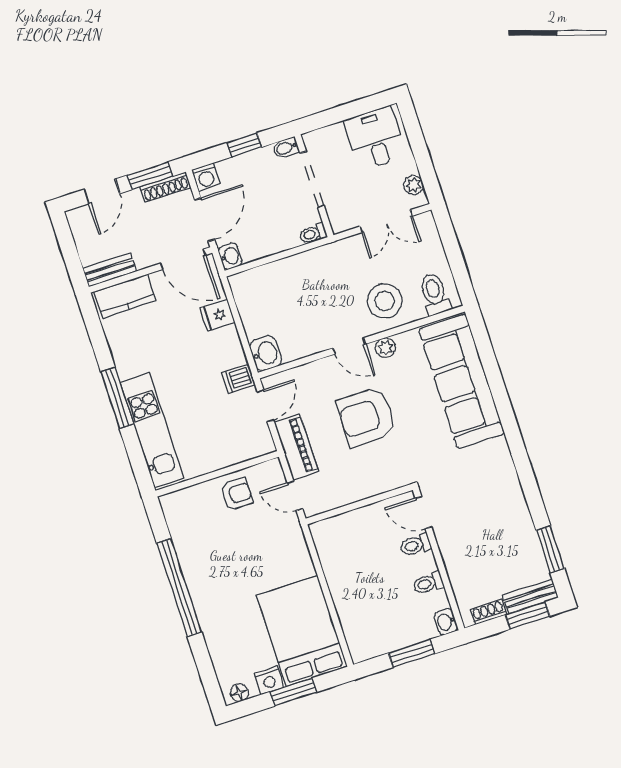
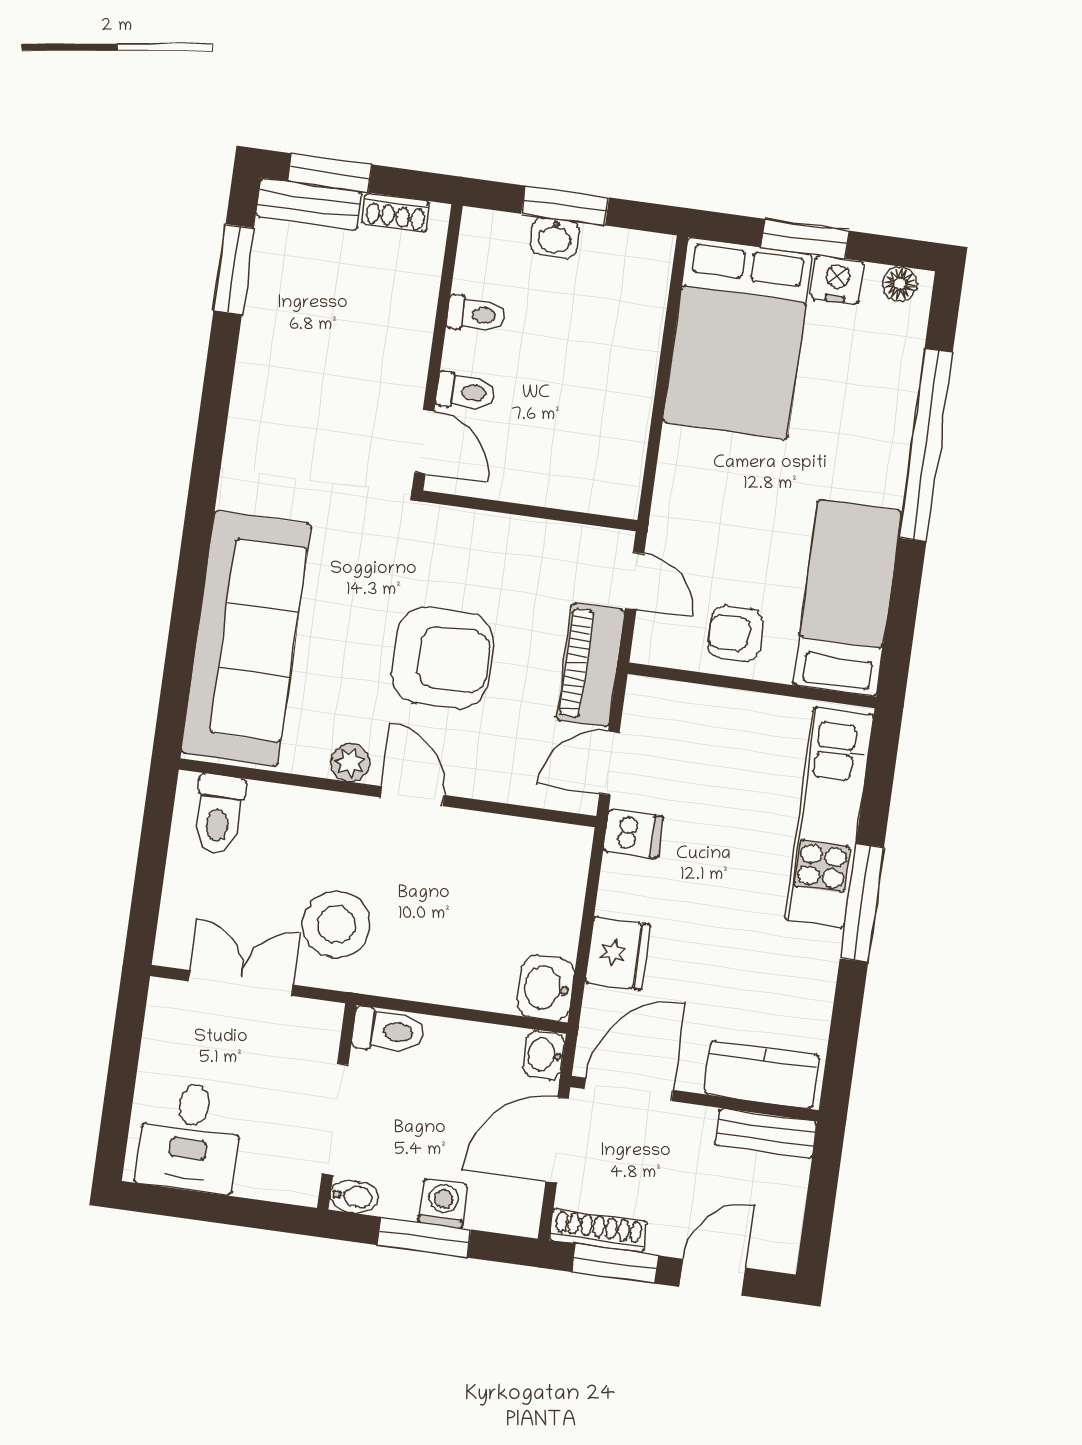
window: (244, 145) -> (424, 1237), width x1.50
washing machine: (206, 177) -> (443, 1203), moved
plant: (413, 185) -> (162, 1023), removed
toilet: (313, 234) -> (388, 1031), width x1.37, depth x1.39
door: (183, 259) -> (629, 1089), hinge flipped
stool: (385, 301) -> (336, 924), moved
fridge: (217, 315) -> (618, 953), width x1.38
washbasin: (266, 353) -> (546, 988), moved
bed: (193, 536) -> (847, 598), added
window: (179, 587) -> (925, 445), moved
washbasin: (446, 622) -> (555, 238), moved, turned 90

